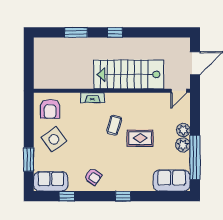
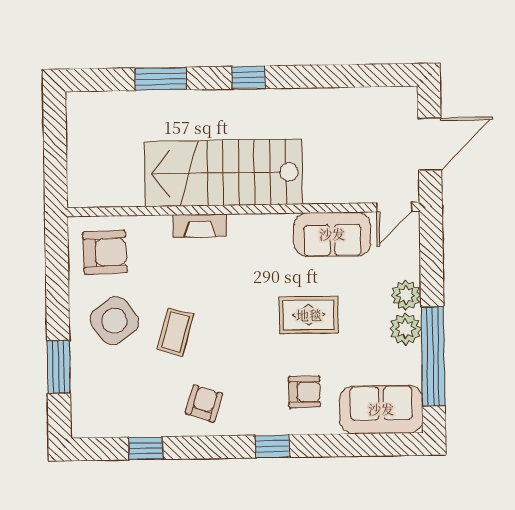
stairs: (129, 74) -> (223, 173), moved
armchair: (50, 109) -> (105, 252), turned -92
coffee table: (114, 125) -> (176, 332), moved
armchair: (138, 172) -> (304, 392), added
armchair: (93, 177) -> (204, 403), turned -107
sofa: (51, 181) -> (332, 234), moved, turned 180

